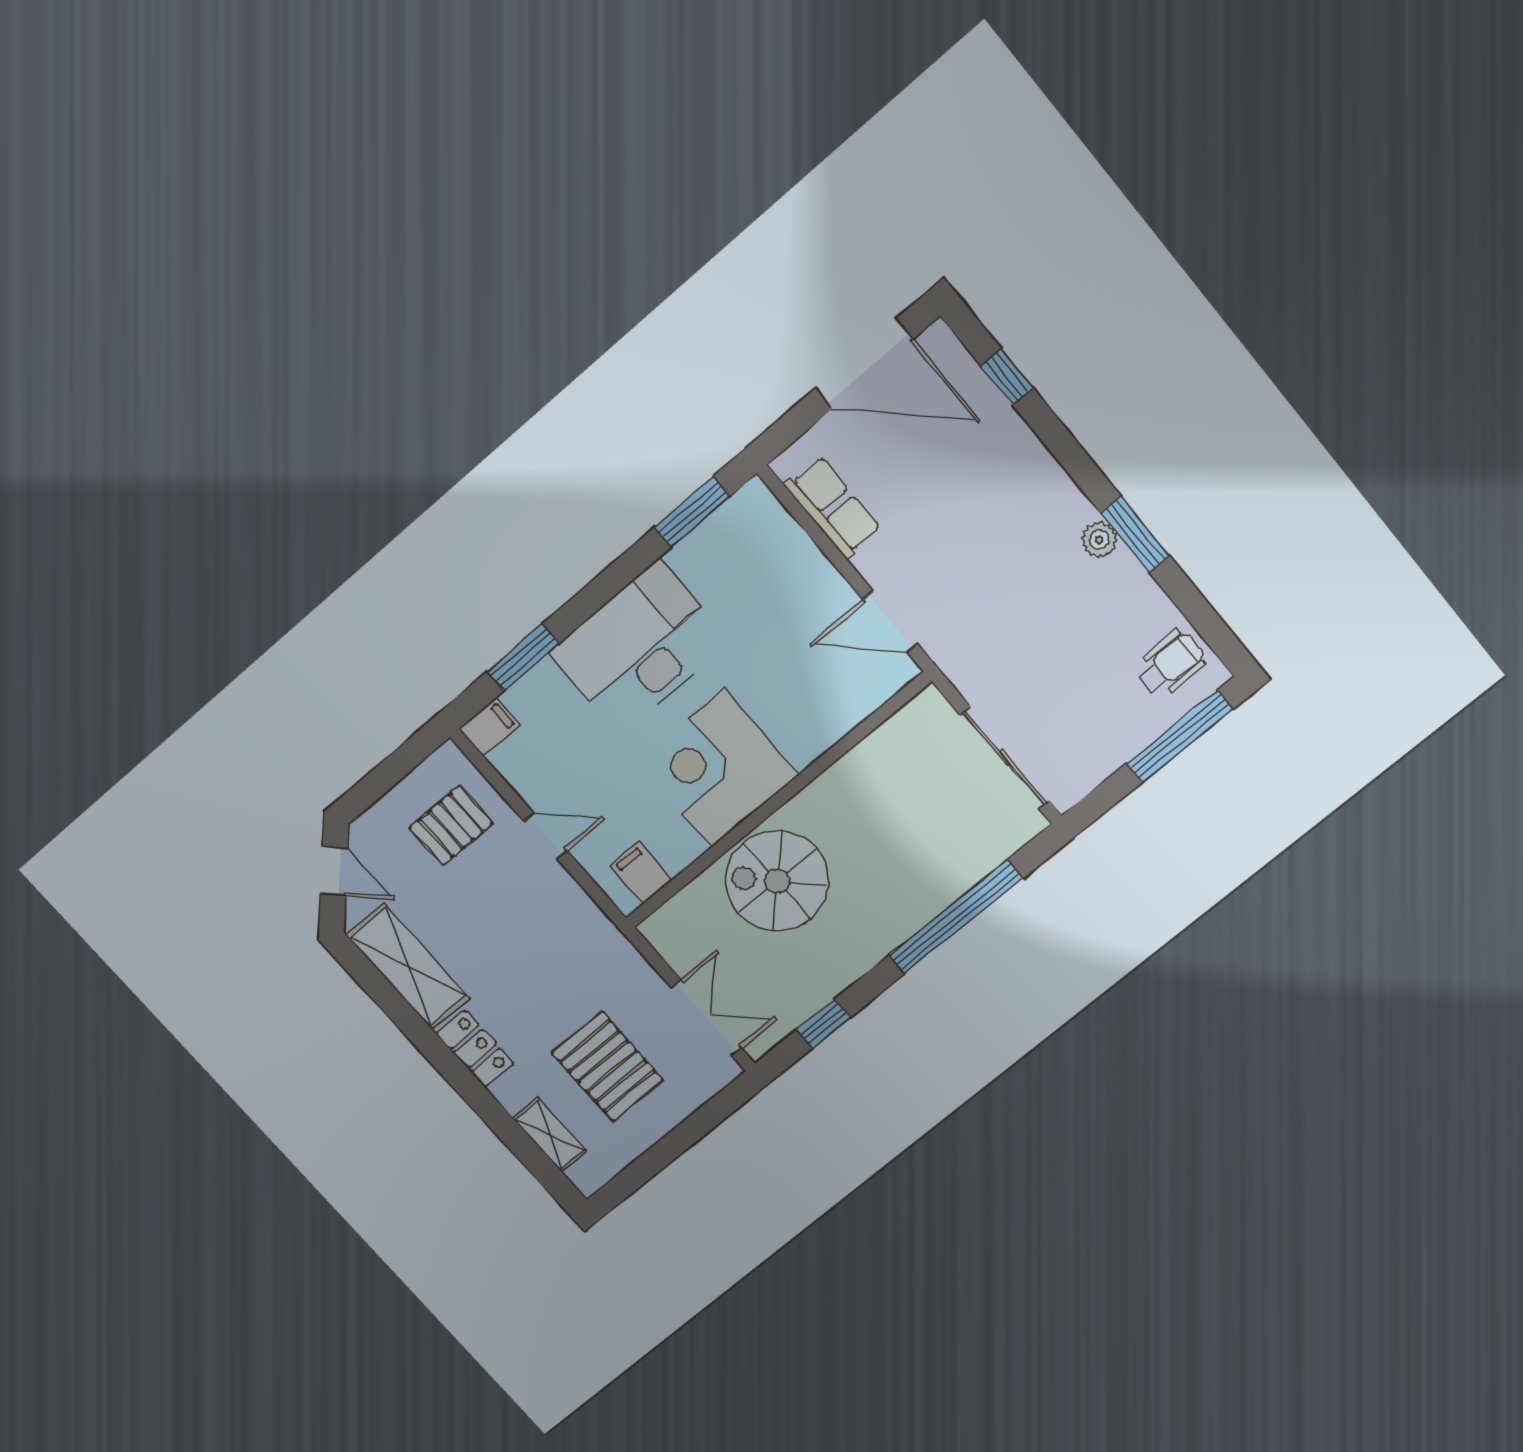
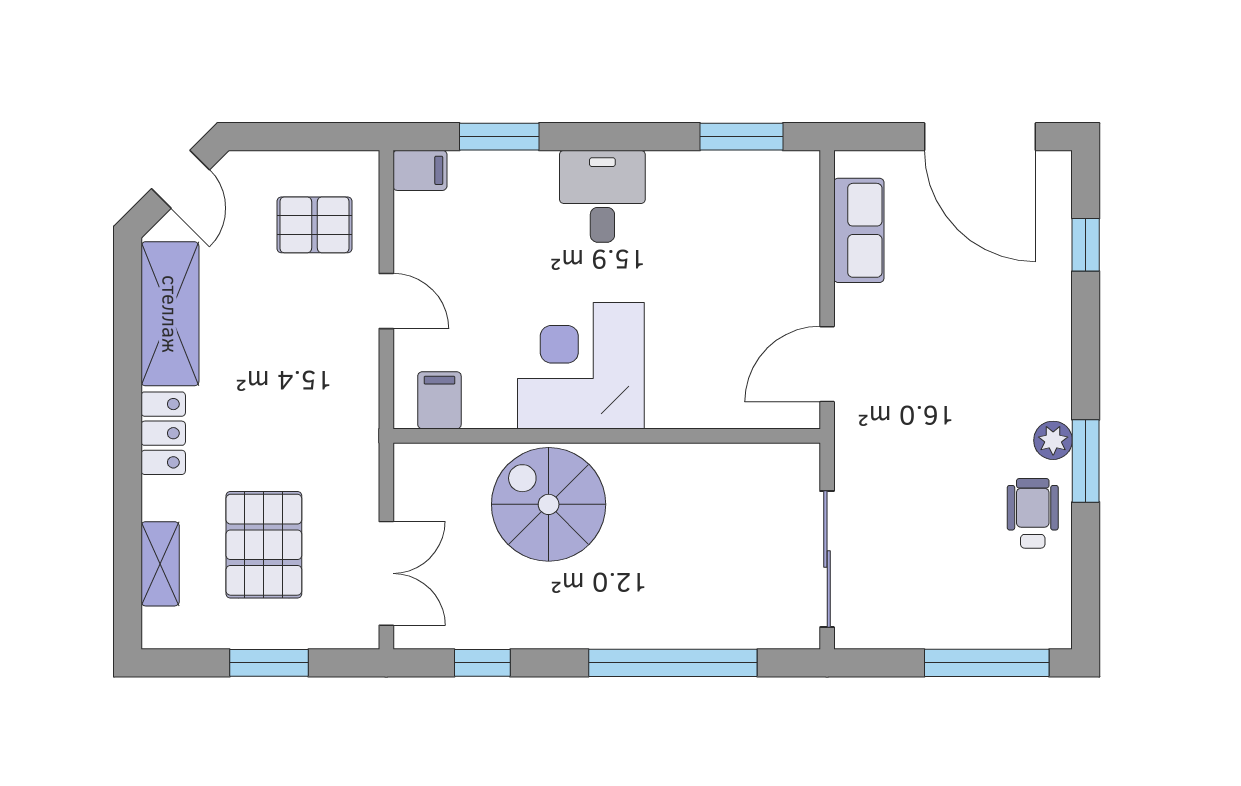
door: (890, 622) -> (827, 364), hinge flipped
desk: (639, 647) -> (602, 196), width x0.53, depth x0.77
wheelchair: (1170, 664) -> (1033, 513), moved, turned -90
window: (679, 1140) -> (269, 663), added

